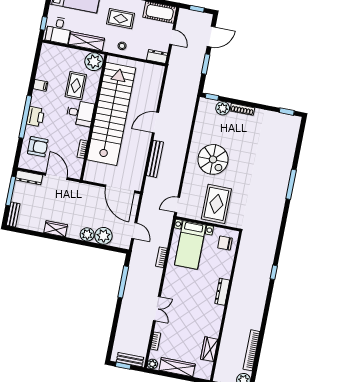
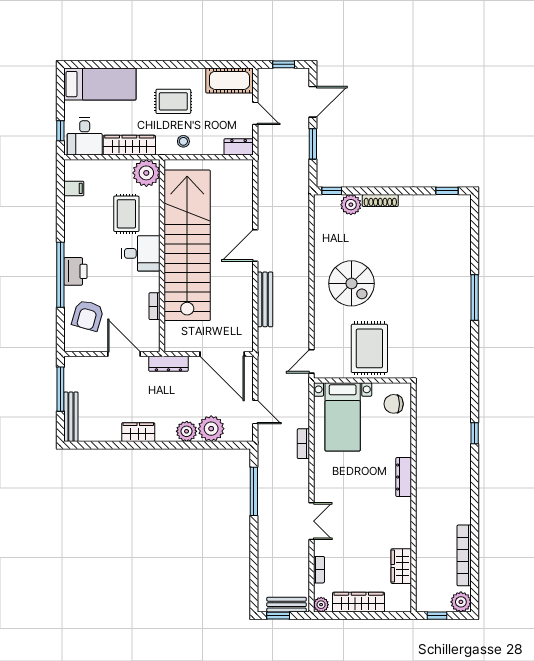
filing cabinet: (40, 85) -> (74, 188), moved
armchair: (38, 147) -> (88, 315), turned 106
dresser: (29, 178) -> (168, 364), moved
bench: (13, 215) -> (71, 417), width x1.36

